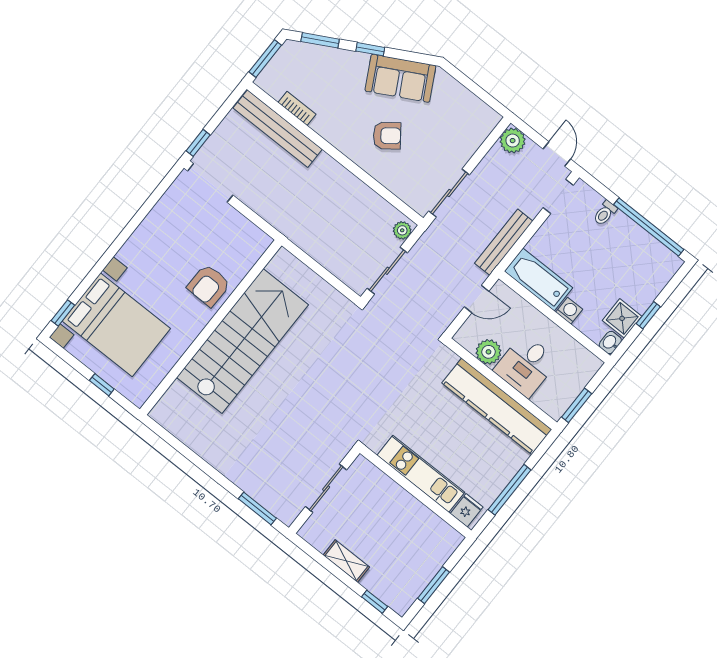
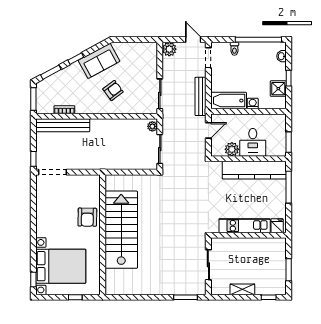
washbasin: (610, 342) -> (282, 56), moved
window: (509, 490) -> (289, 187), moved

